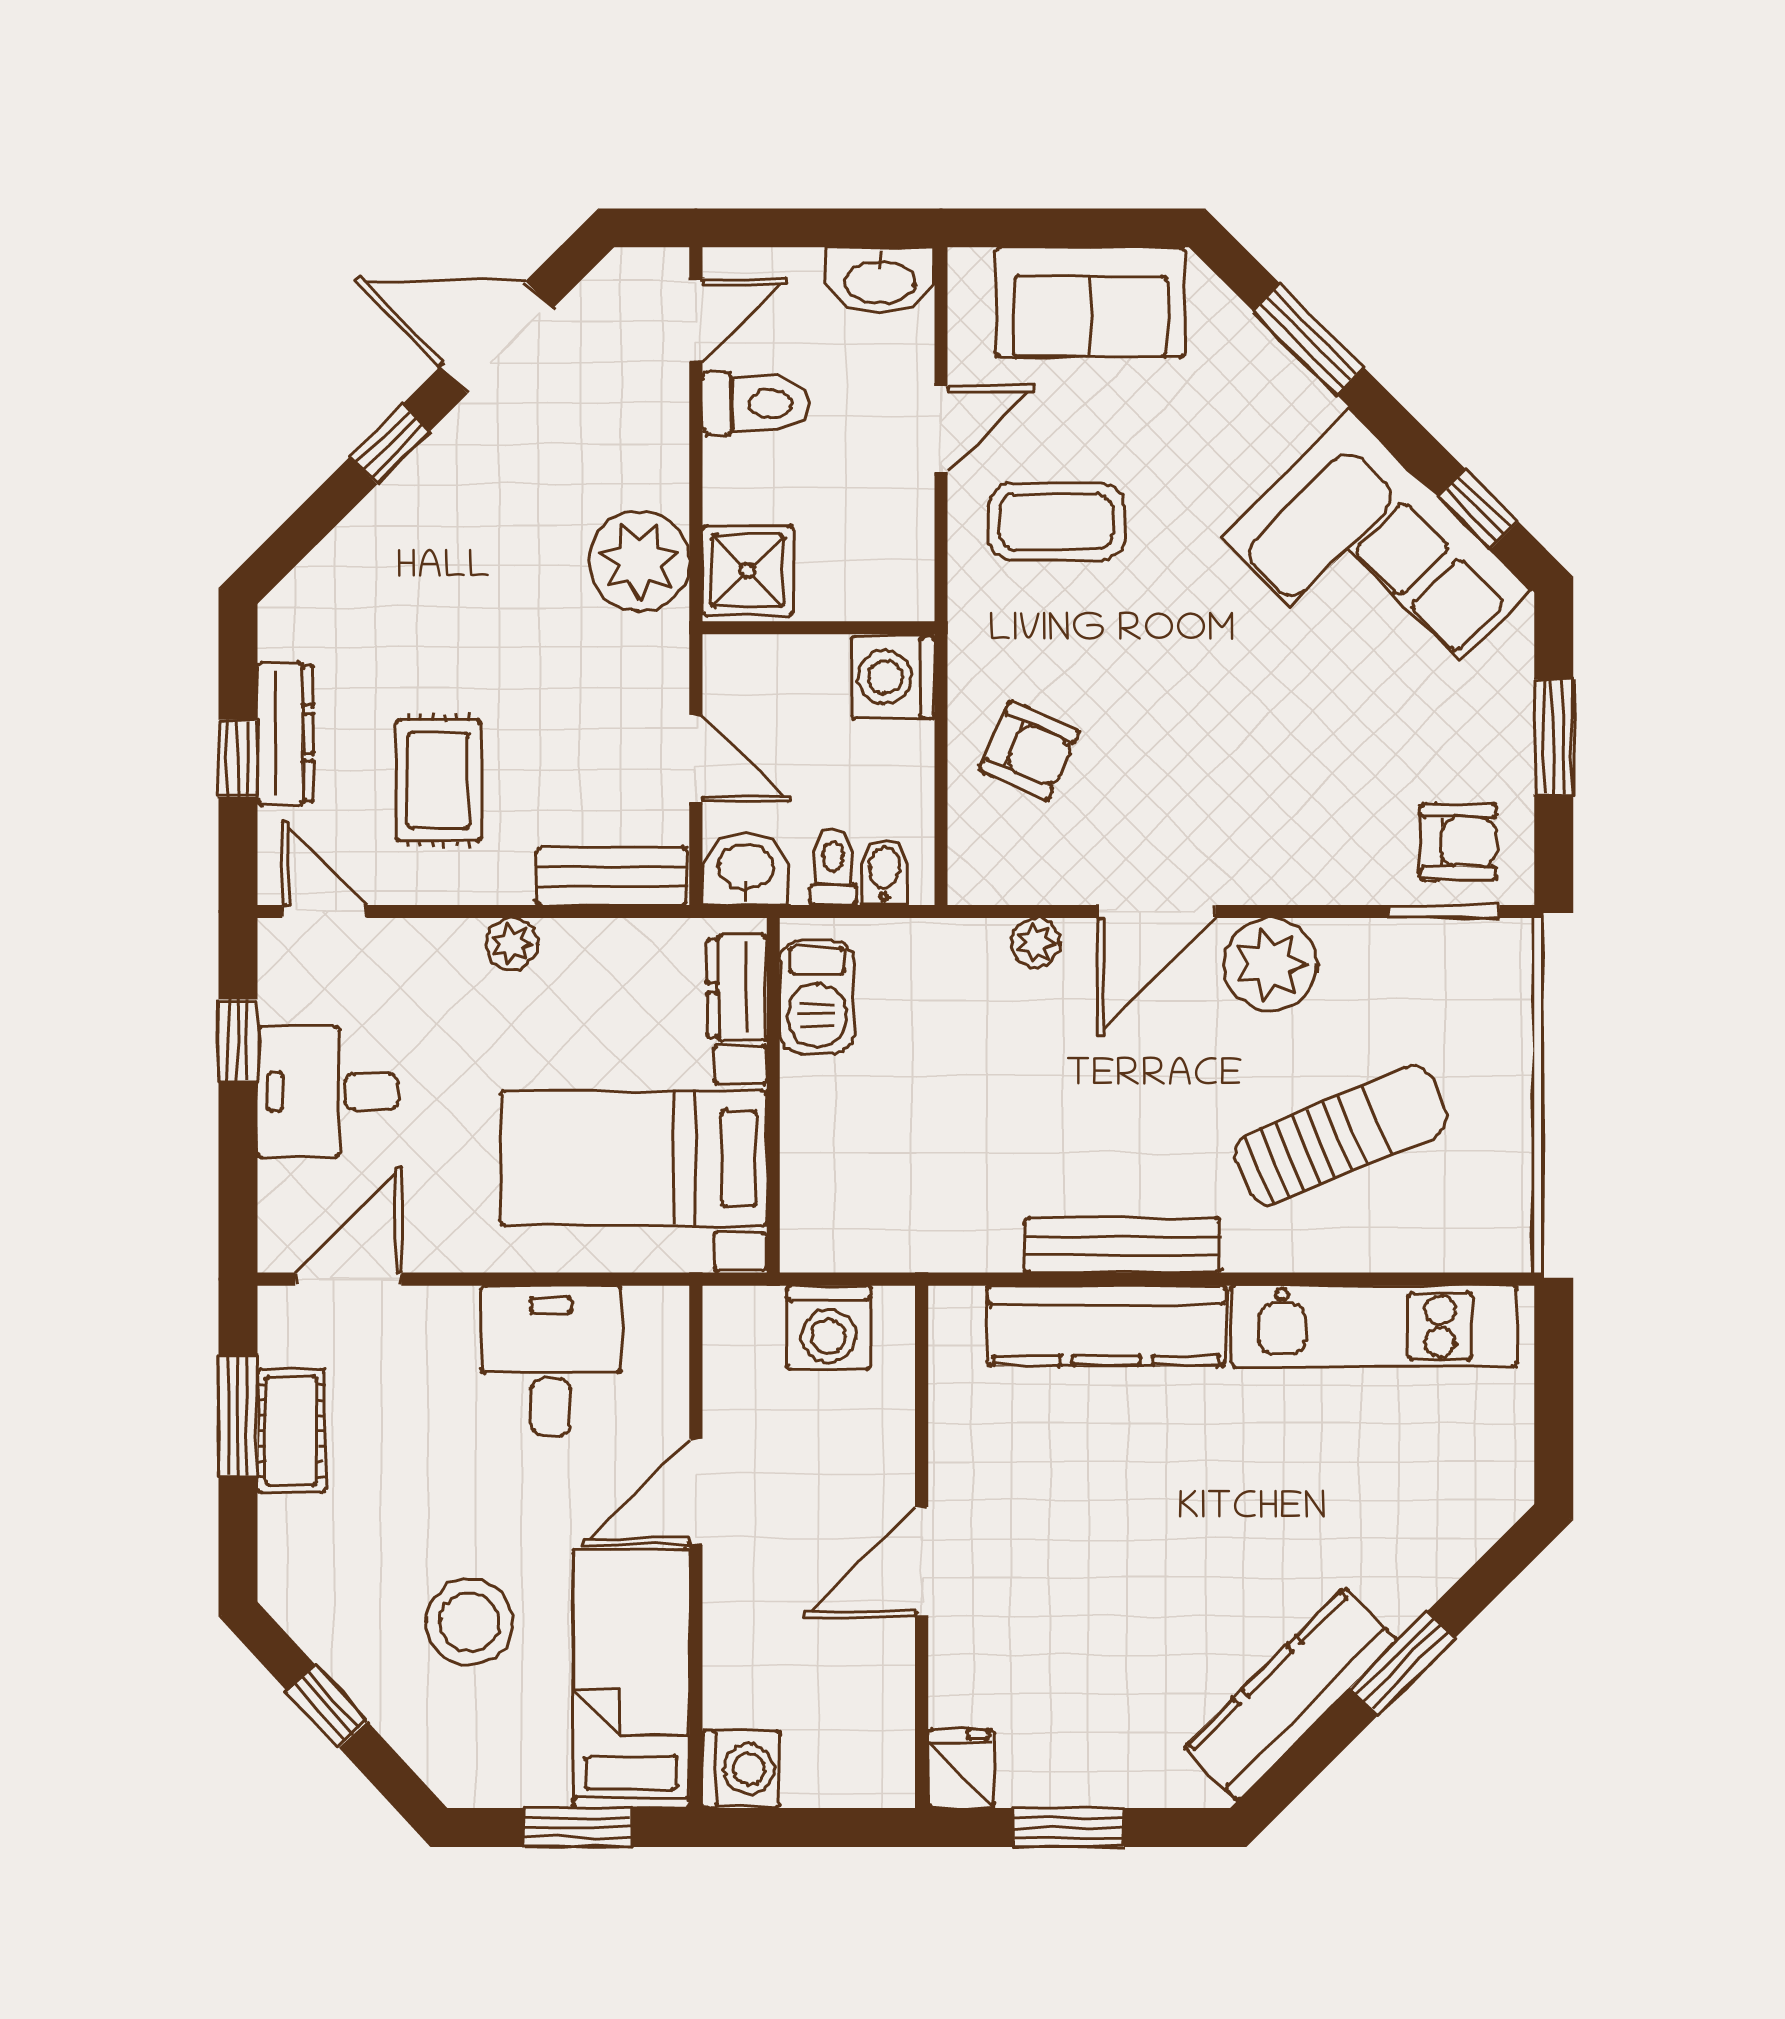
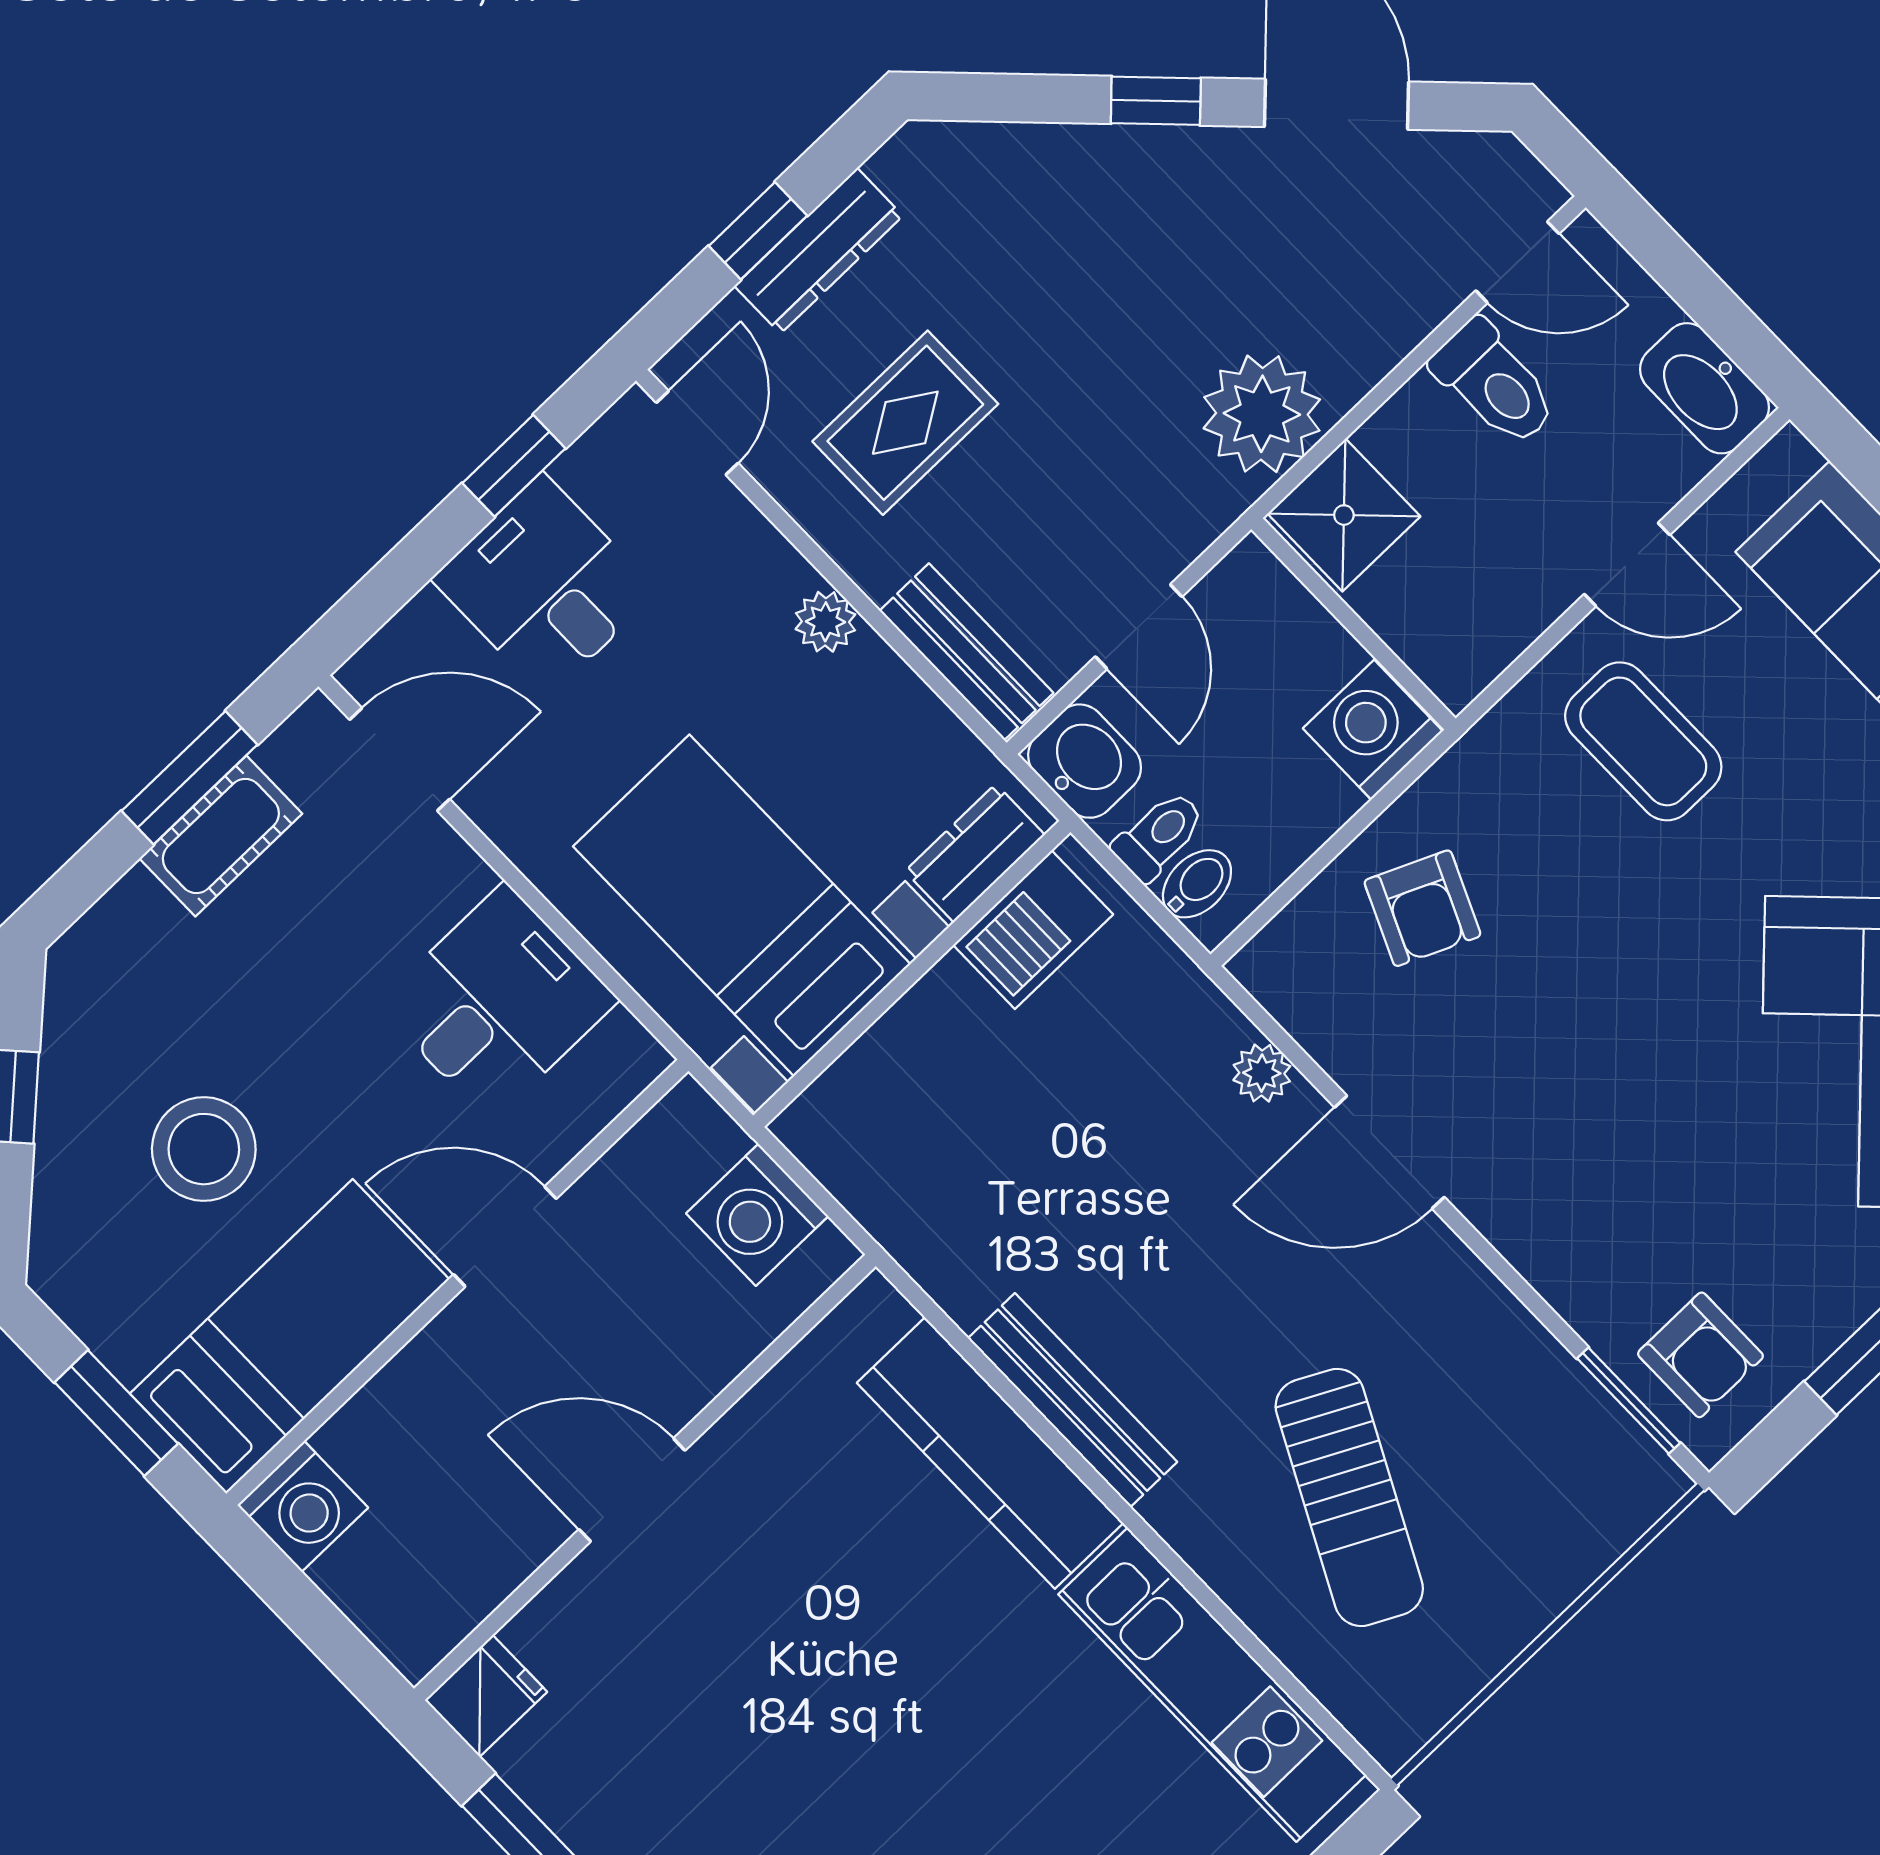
plant: (1270, 964) -> (1438, 1294), removed
sun lounger: (1341, 1135) -> (1349, 1497), turned 50

